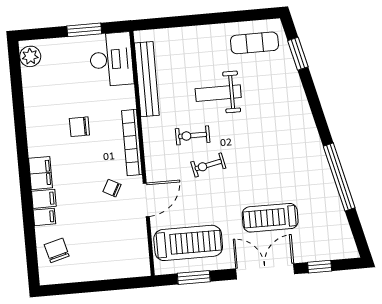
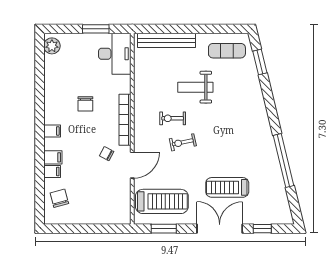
bench: (147, 79) -> (167, 40), moved, turned 90
chair: (79, 127) -> (85, 104), turned -90
filing cabinet: (41, 173) -> (52, 131), width x0.50

